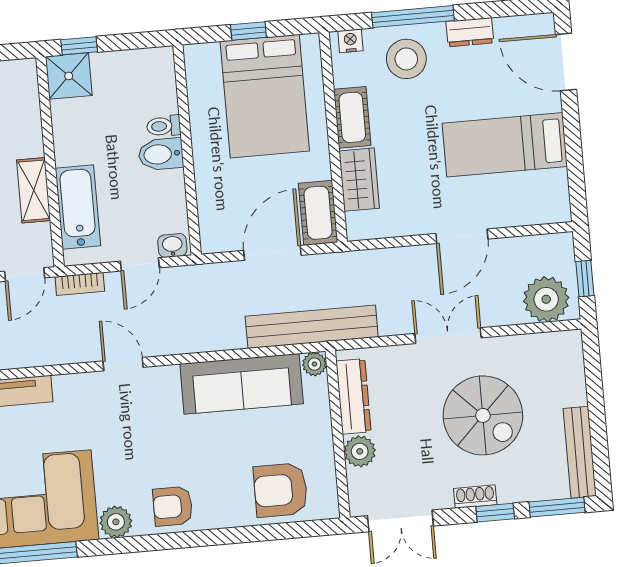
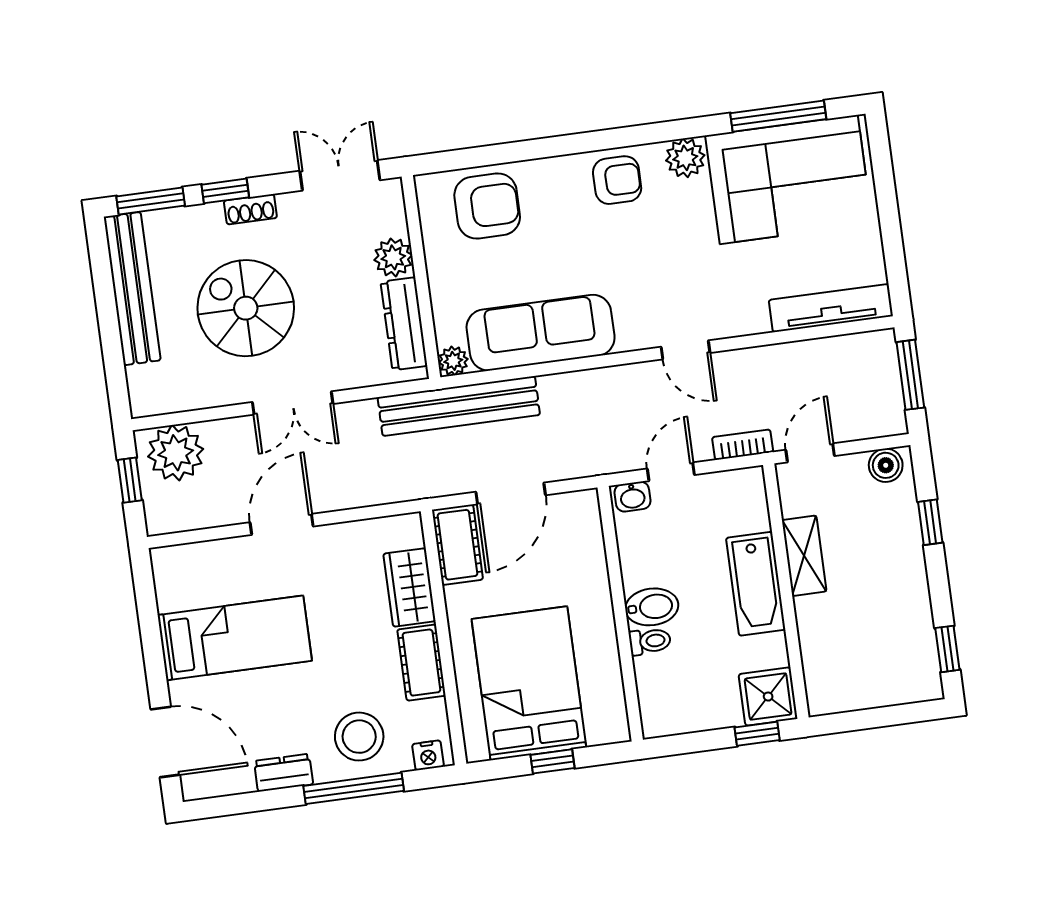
bathtub: (78, 207) -> (756, 584), moved
bench: (580, 452) -> (132, 289), width x1.37, depth x1.21

